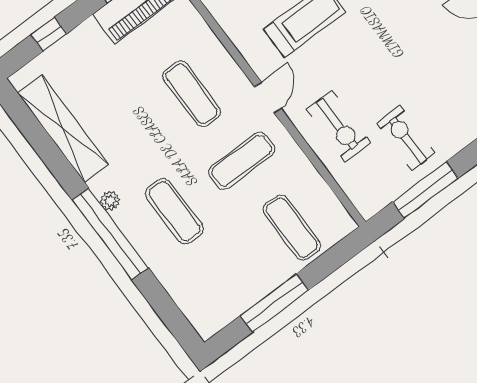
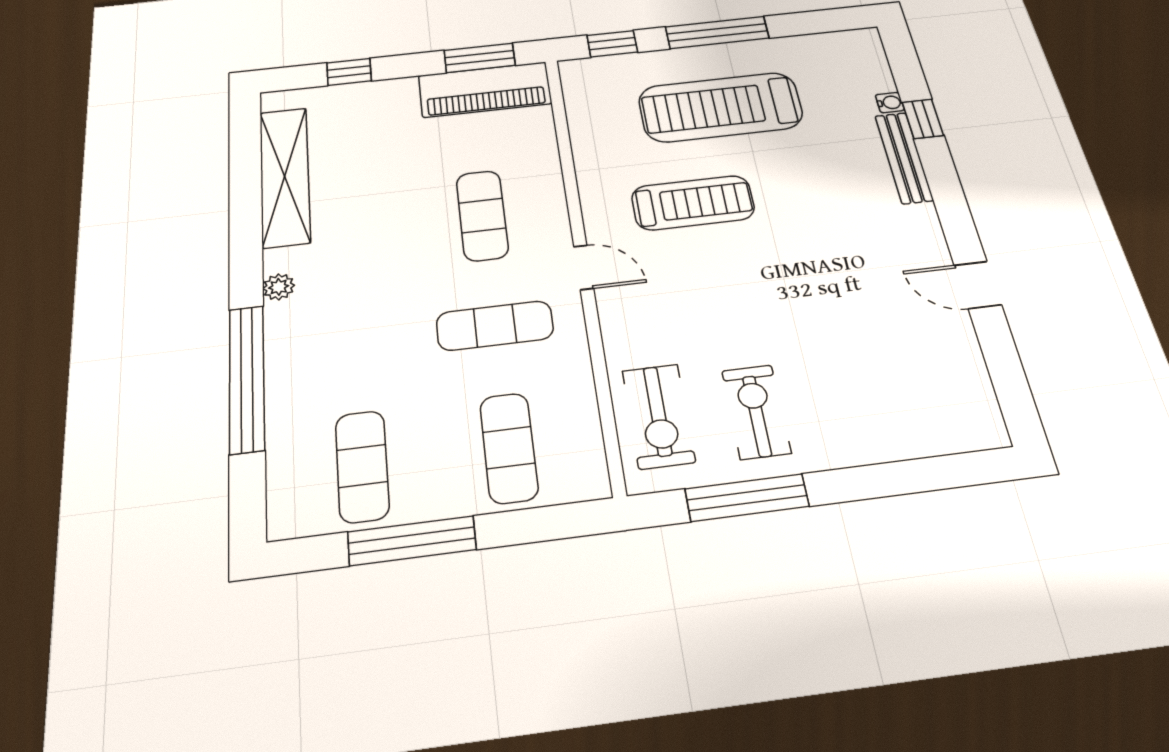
door: (268, 98) -> (584, 267), hinge flipped
exercise bike: (339, 126) -> (658, 416), moved
exercise mat: (174, 211) -> (362, 466), moved
window: (110, 234) -> (247, 378), moved

